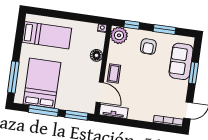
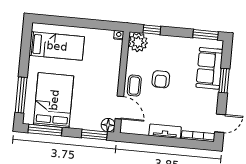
window: (164, 29) -> (205, 35), moved
armchair: (148, 46) -> (161, 79), moved
floor lamp: (96, 55) -> (108, 125), moved
window: (43, 111) -> (45, 130), moved
tv unit: (114, 111) -> (165, 131), moved

